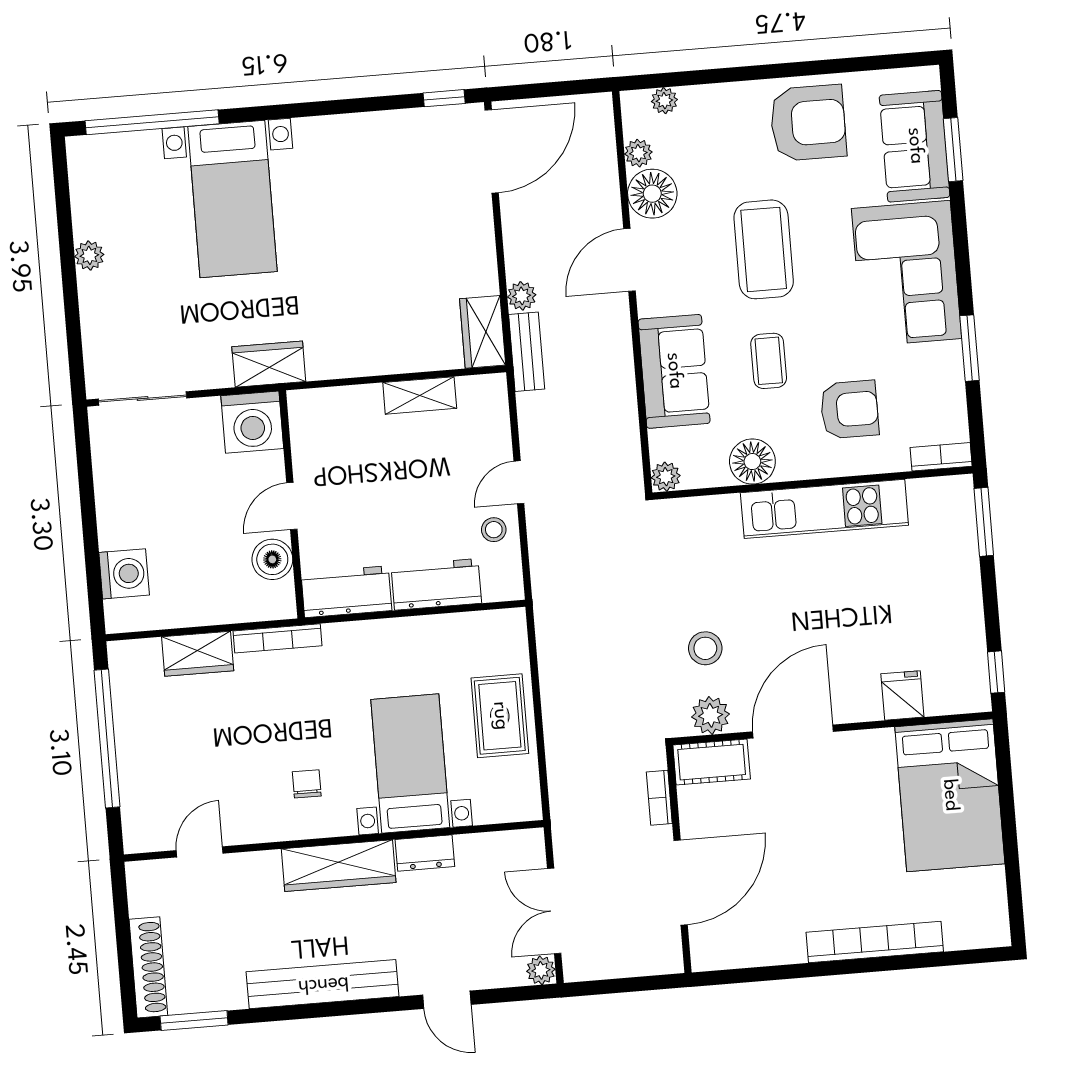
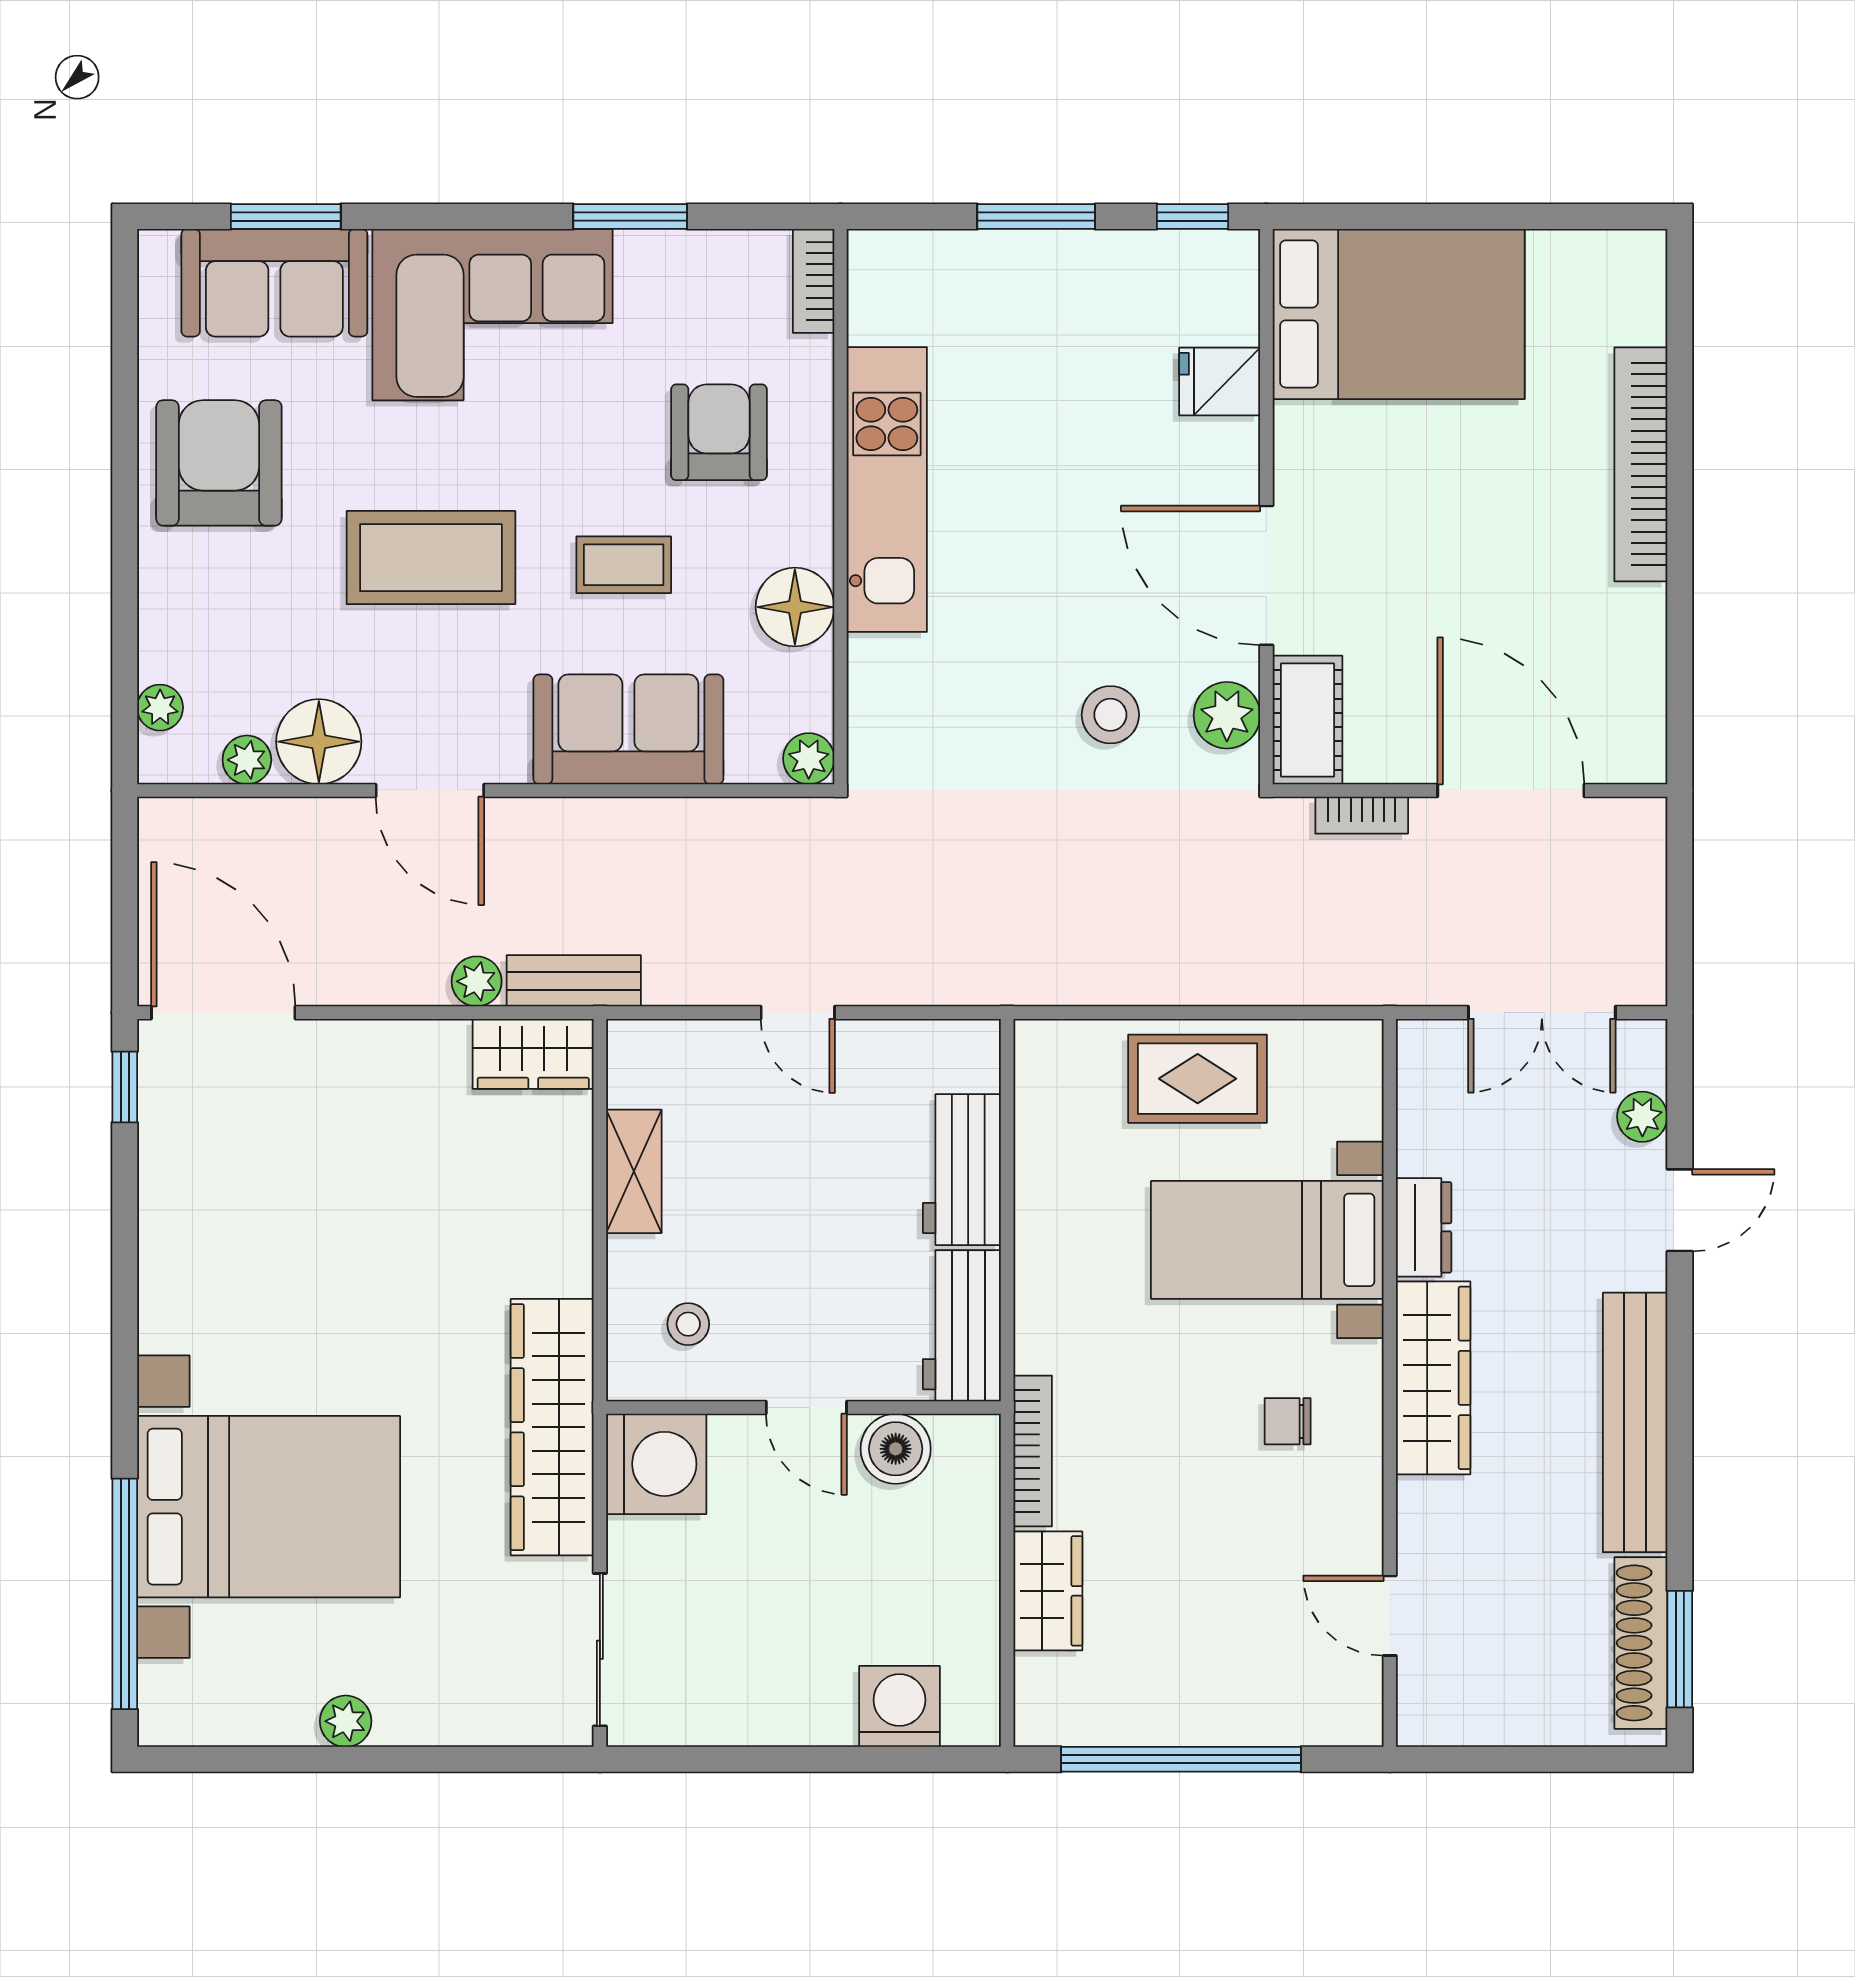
bed with nightstands: (232, 199) -> (269, 1507), width x1.36
wardrobe: (269, 364) -> (552, 1427), width x2.10, depth x1.17
window: (984, 522) -> (1036, 217), moved
stool: (494, 530) -> (688, 1324), moved
shoe rack: (148, 967) -> (1641, 1643), moved, turned -90
plant: (541, 970) -> (1642, 1117), moved

